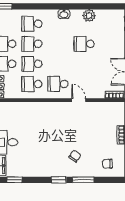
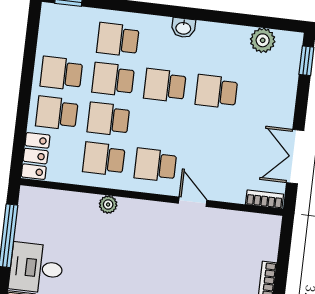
plant: (89, 16) -> (263, 40), moved
school desk: (58, 44) -> (165, 85), added
plant: (37, 106) -> (108, 205), added

